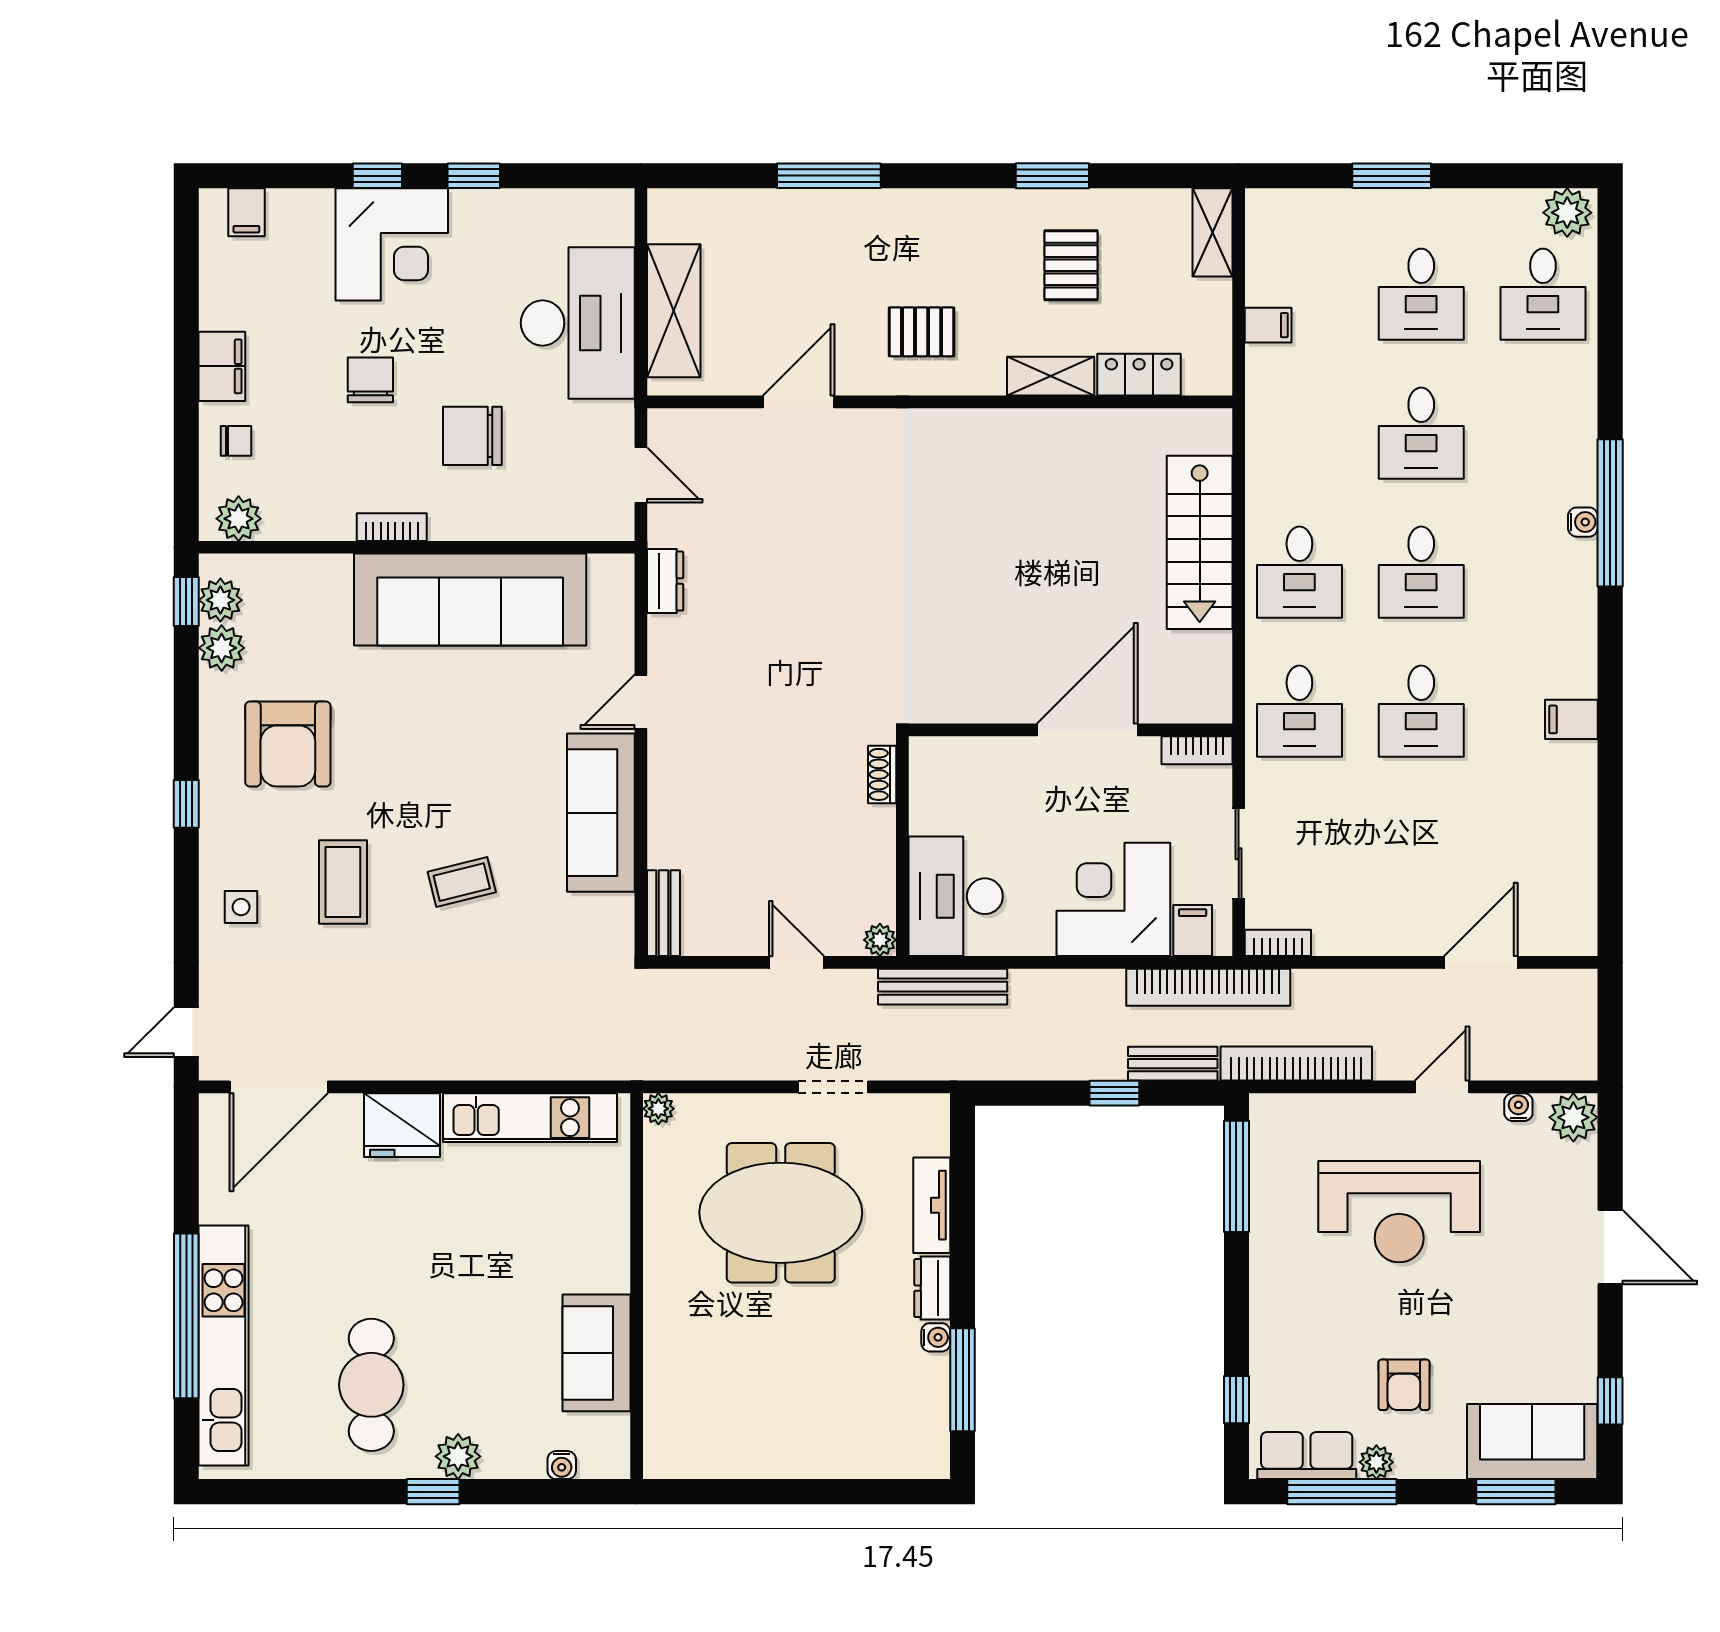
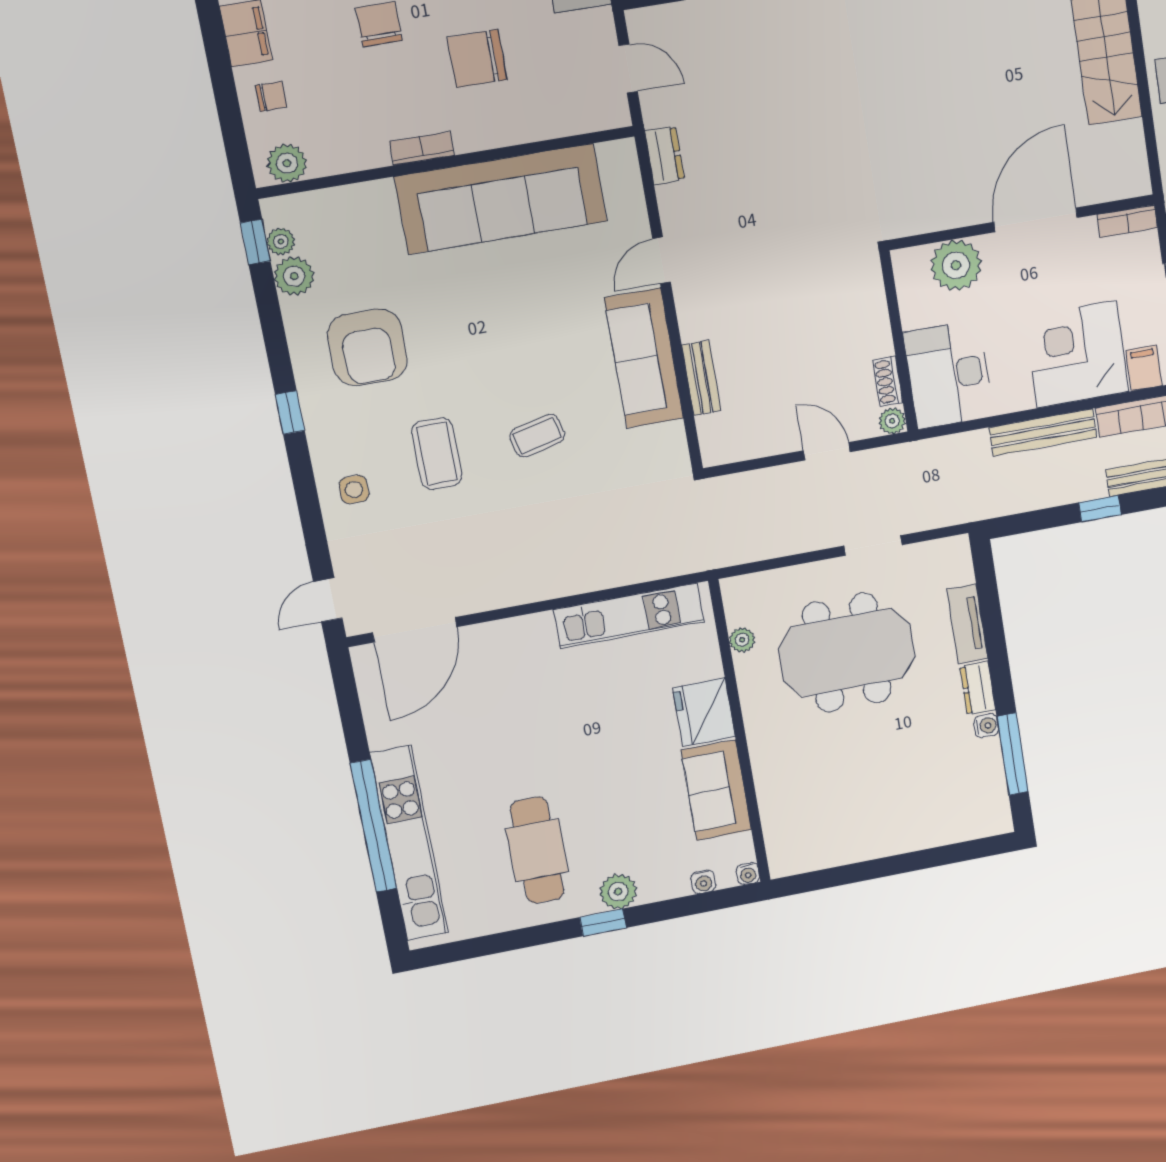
plant: (220, 600) -> (281, 242), width x0.73, depth x0.73
plant: (985, 767) -> (956, 265), added
shoe rack: (882, 774) -> (888, 381), moved
bench: (663, 913) -> (701, 378), moved
bench: (943, 987) -> (1043, 432), moved
plant: (658, 1109) -> (742, 640), moved
fridge: (402, 1125) -> (704, 712), moved, turned 90
water cooler: (617, 1466) -> (748, 874), added

